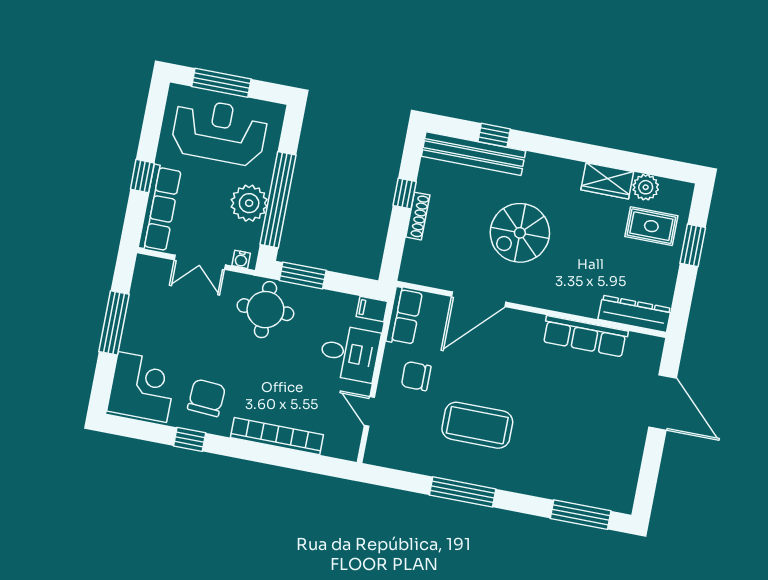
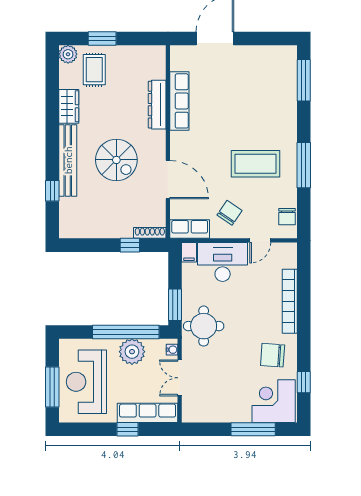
bench: (473, 154) -> (68, 160), moved
plant: (646, 187) -> (68, 54), moved
window: (405, 193) -> (130, 245), moved
shoe rack: (418, 216) -> (150, 233), moved
double door: (200, 262) -> (180, 378), swing flipped
dresser: (635, 314) -> (157, 105), moved
window: (114, 323) -> (253, 429), moved
desk: (350, 353) -> (223, 262), width x1.37
chair: (416, 376) -> (230, 213), turned -146
coffee table: (477, 425) -> (255, 164), turned 90
window: (190, 439) -> (304, 382), moved
chair: (395, 455) -> (287, 217), added

